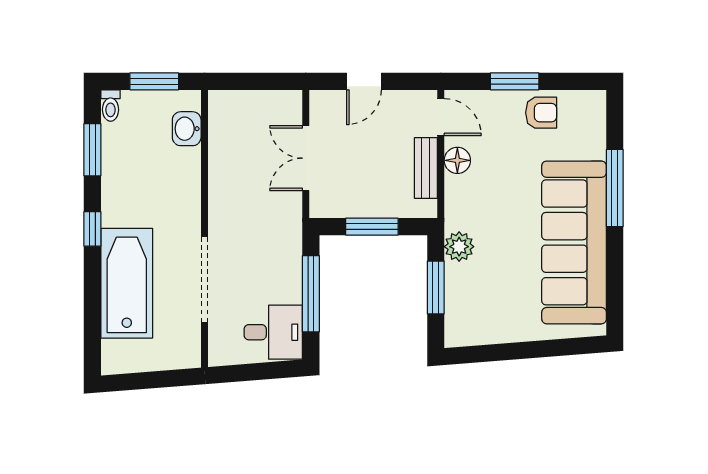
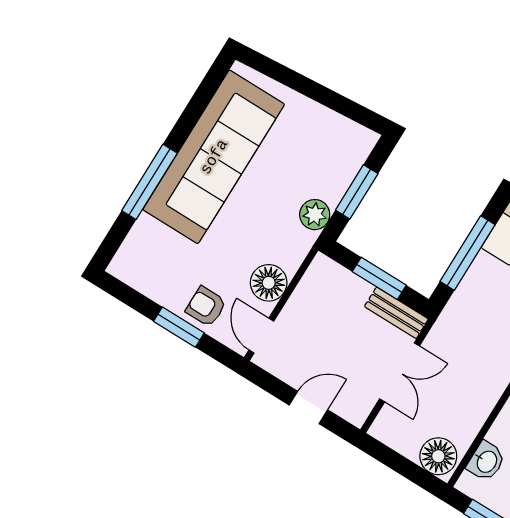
floor lamp: (230, 108) -> (438, 456), added
armchair: (541, 113) -> (206, 307), moved
floor lamp: (457, 160) -> (269, 283), width x1.38, depth x1.38
bench: (426, 168) -> (396, 313), moved, turned 90

